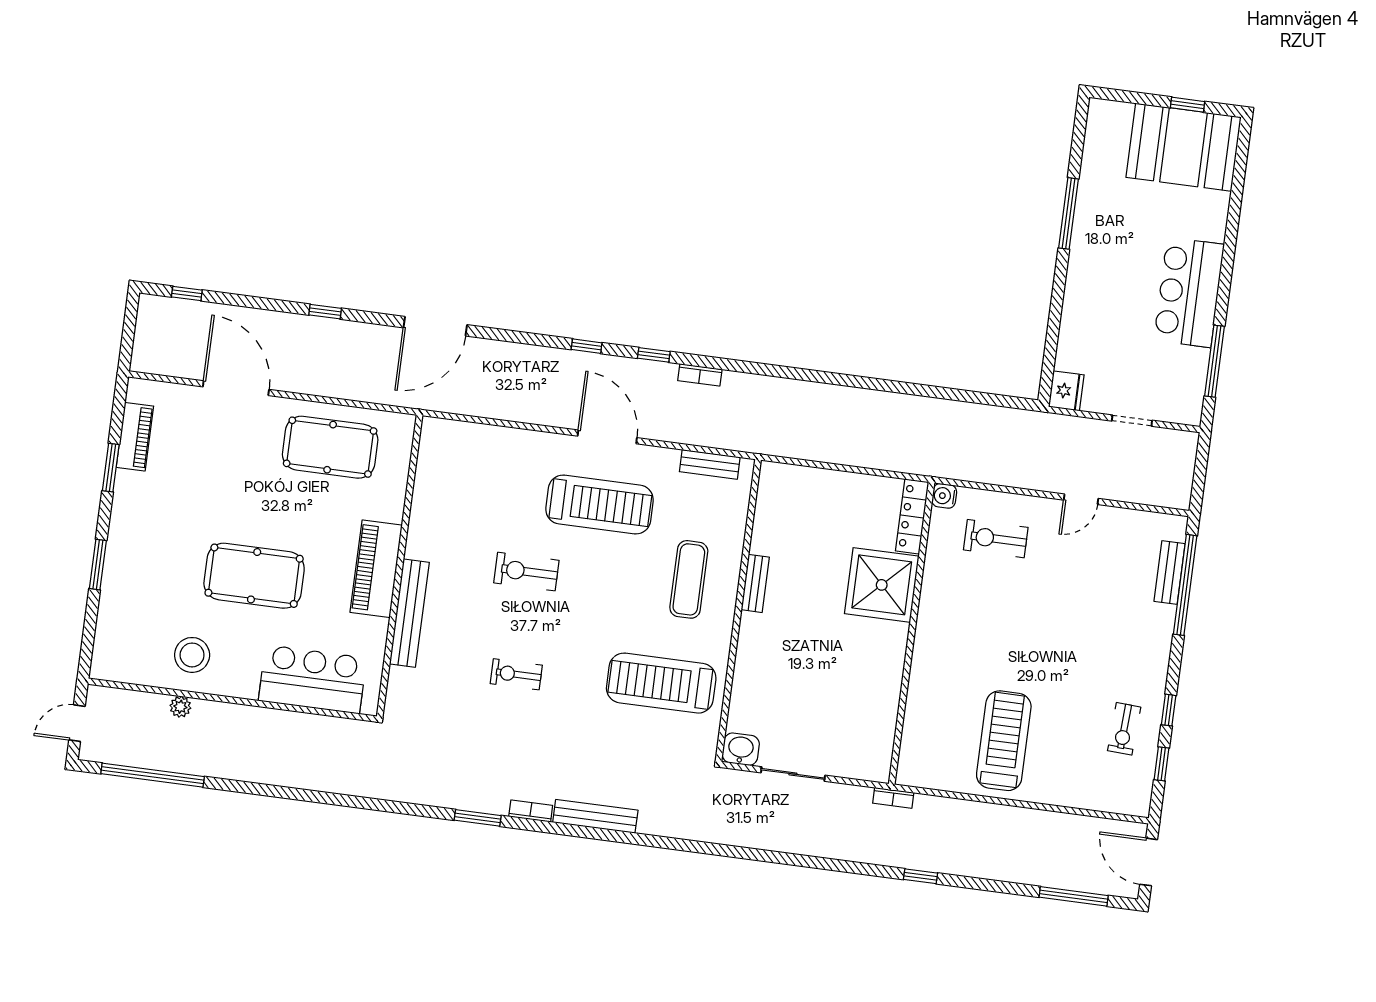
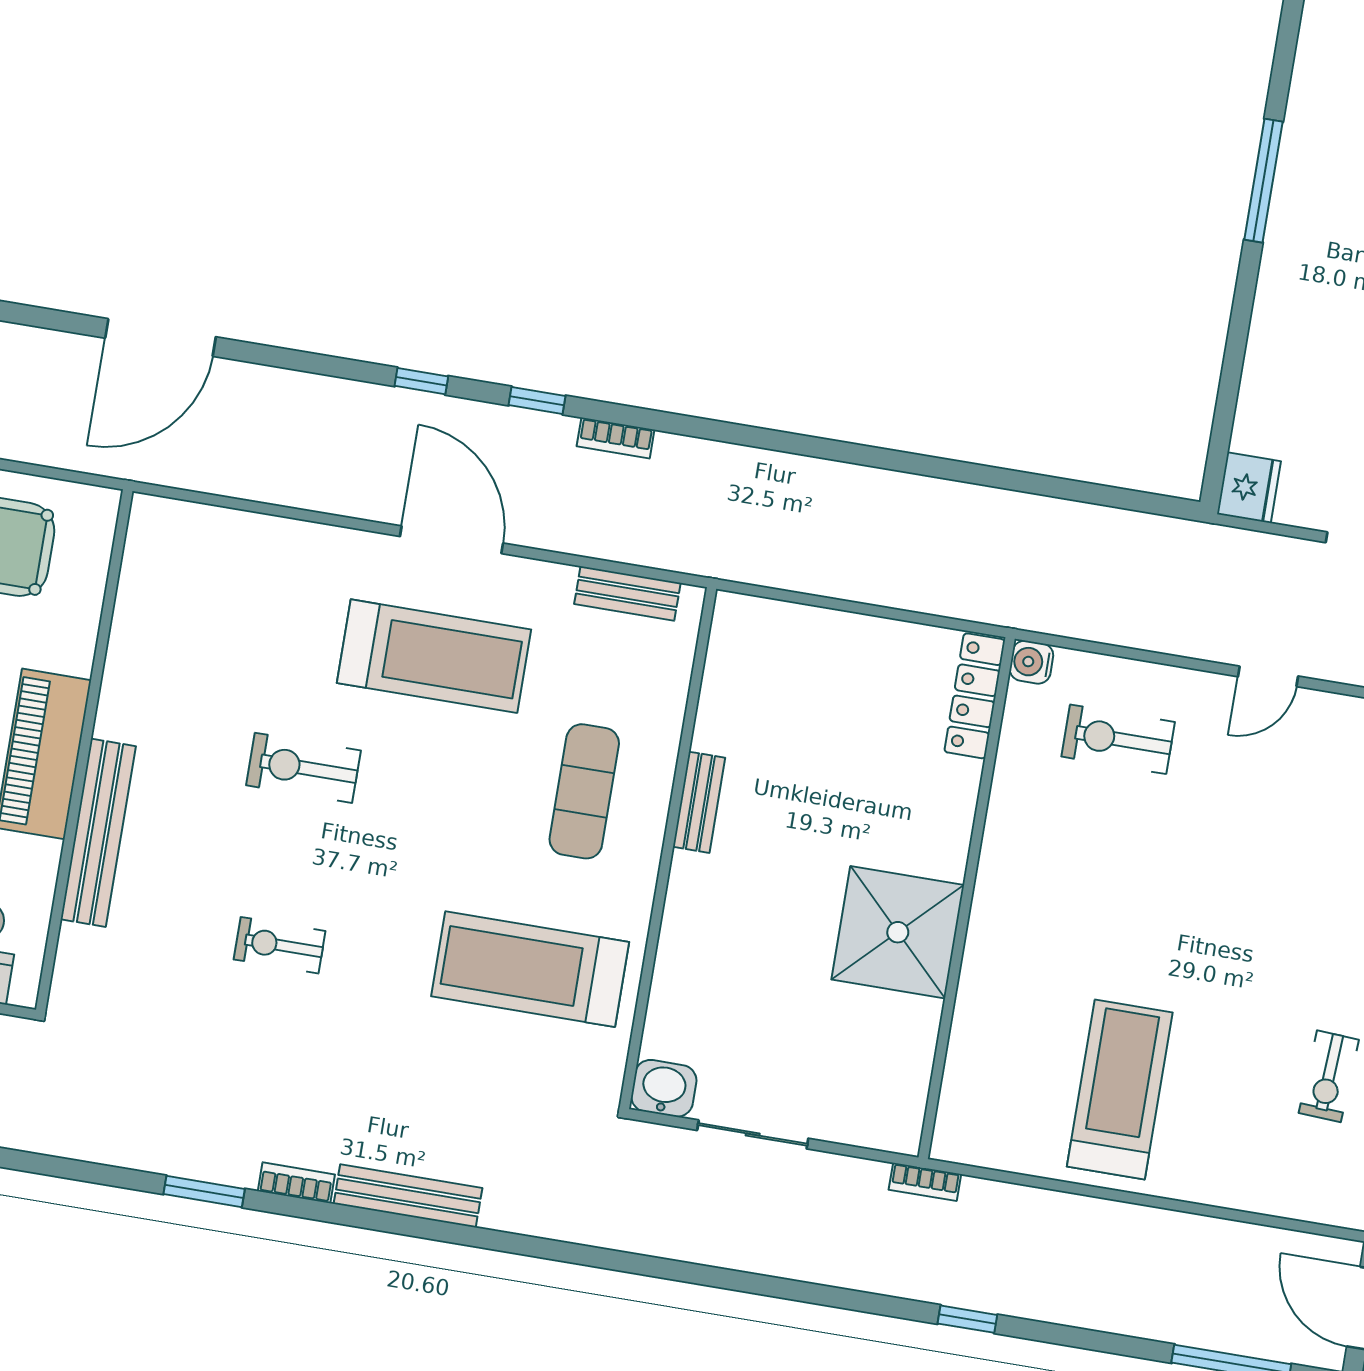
shower: (882, 585) -> (898, 932), moved

